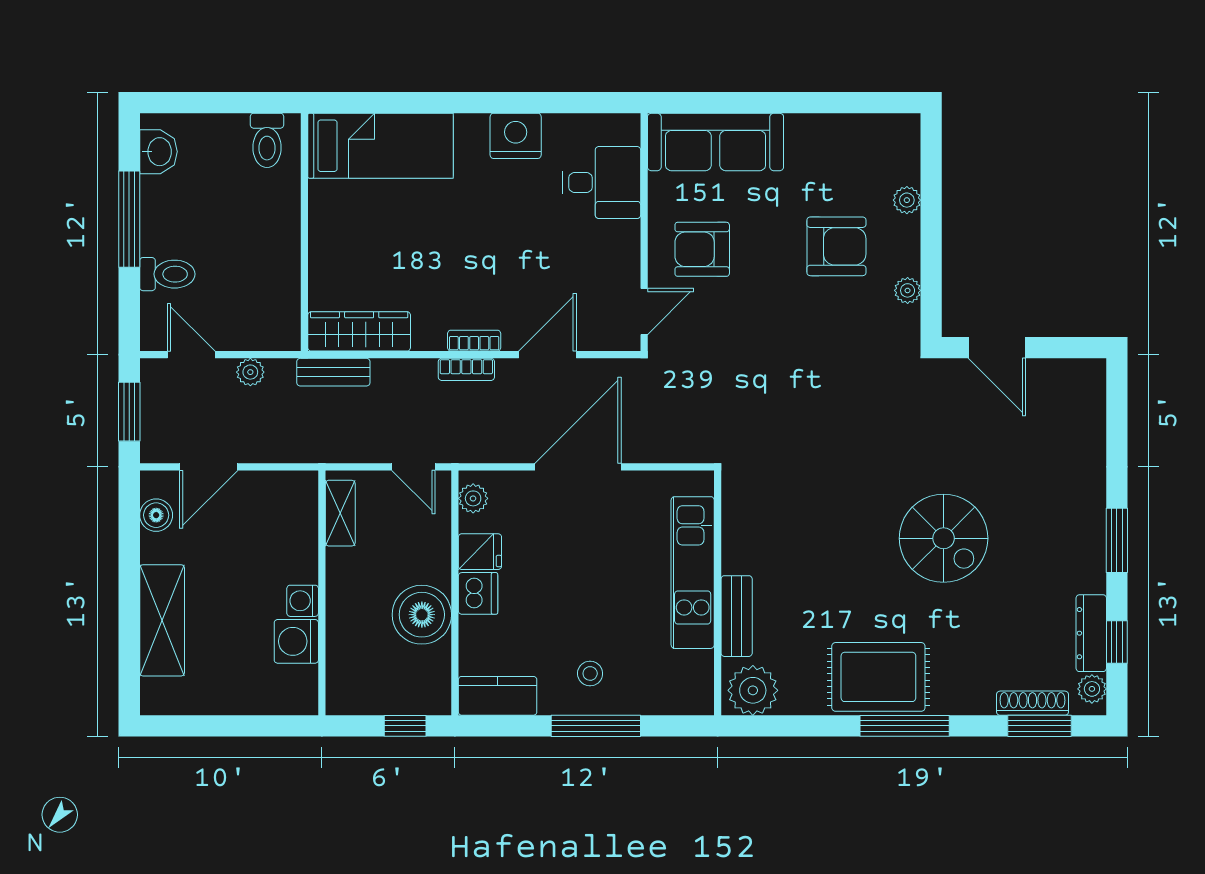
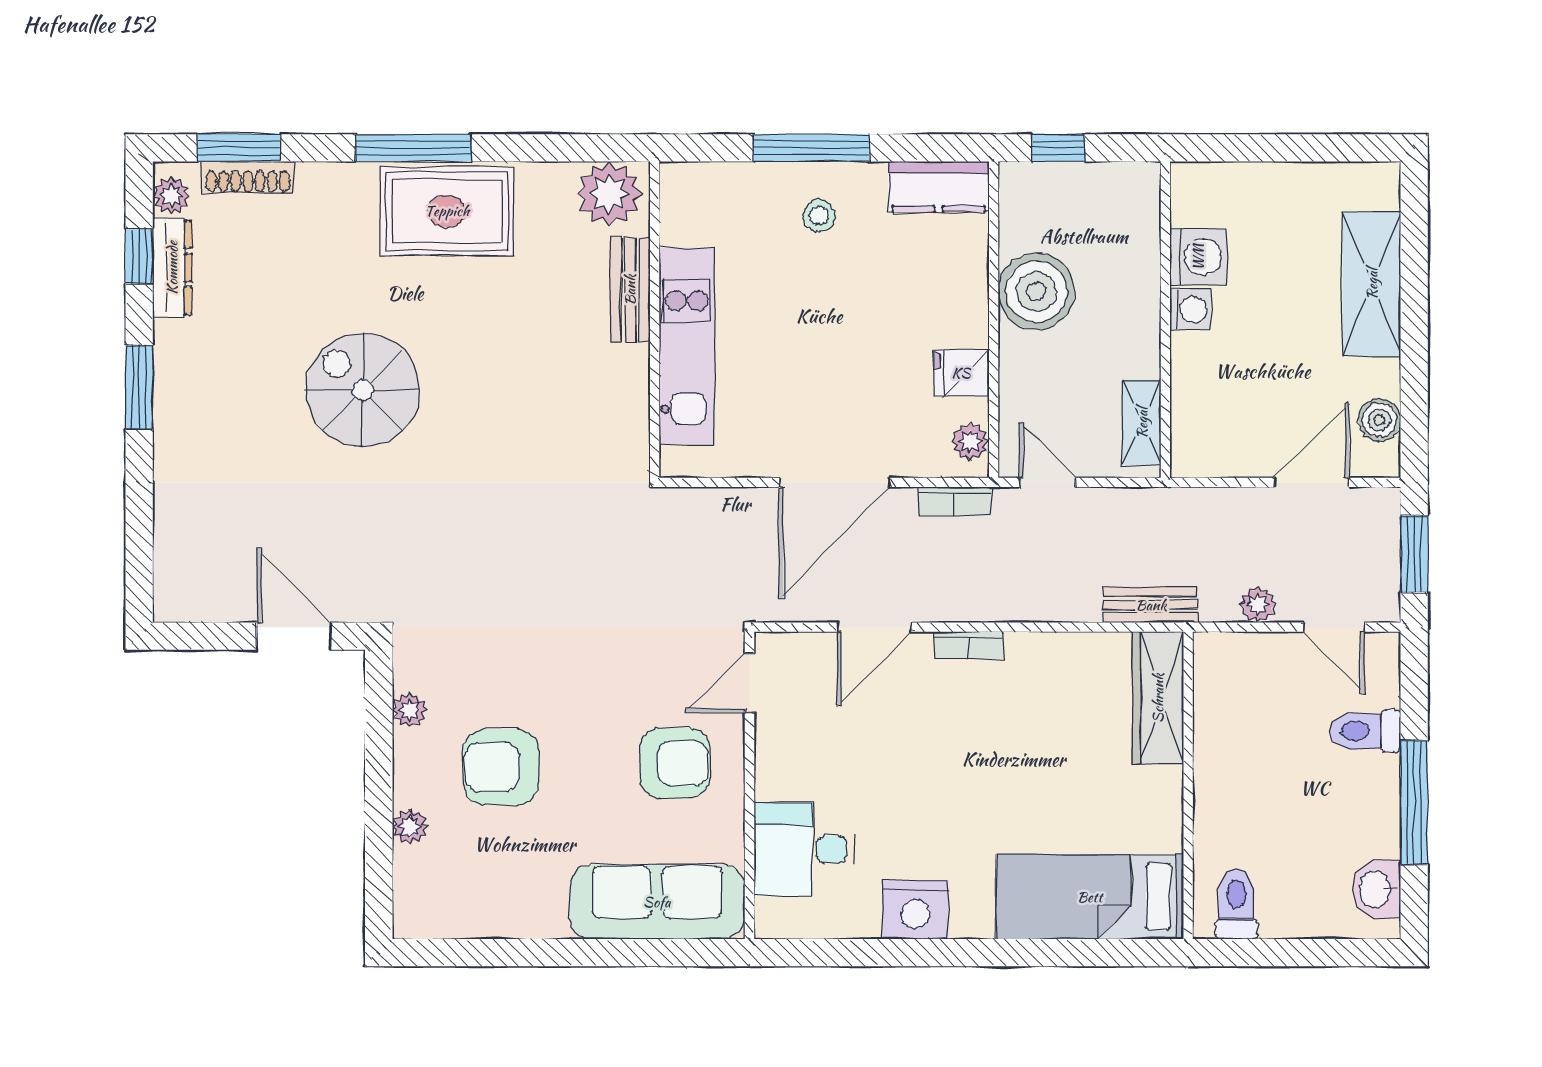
wardrobe: (359, 331) -> (1158, 698), moved, turned 90
bookcase: (466, 369) -> (955, 501), moved, turned 180
dishwasher: (478, 593) -> (964, 319), removed

